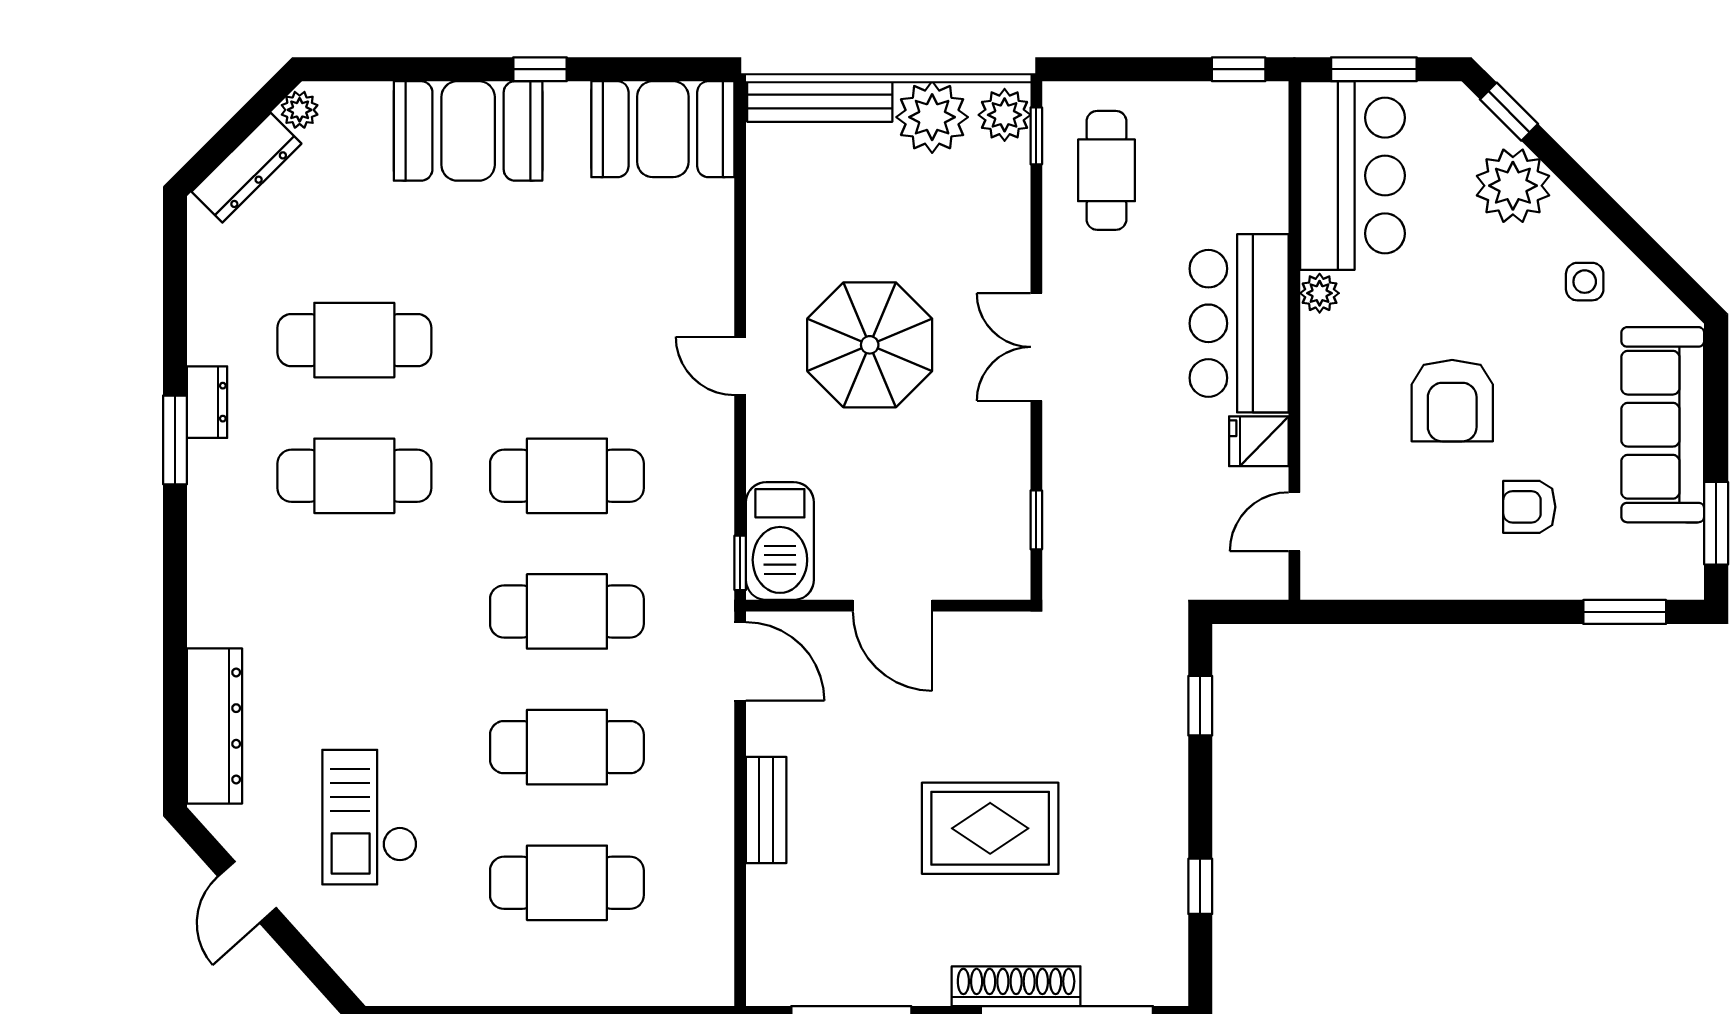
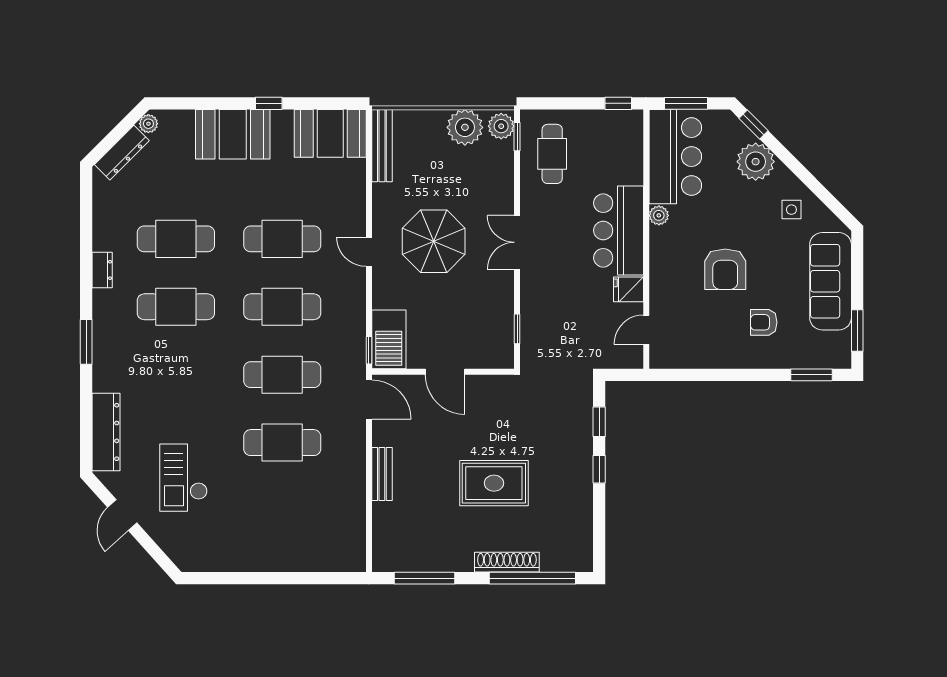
bench: (820, 101) -> (382, 146), moved, turned 90
window: (175, 440) -> (86, 342), moved
cafe table: (567, 883) -> (282, 239), moved
window: (1200, 886) -> (599, 469), moved

